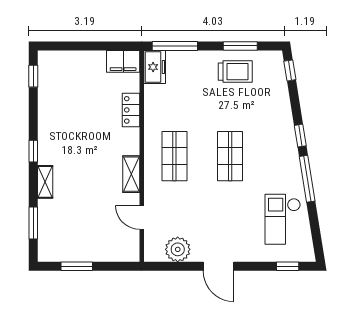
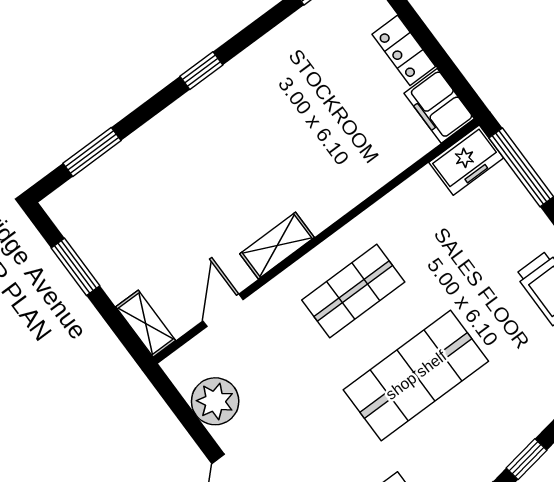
locker: (131, 110) -> (404, 50), moved, turned -90
shop shelf: (230, 156) -> (416, 375), width x1.43, depth x1.36
shelving: (45, 182) -> (146, 324), moved, turned 90

